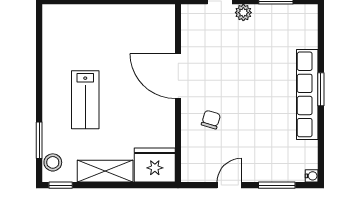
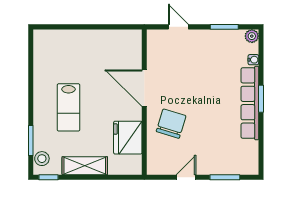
plant: (243, 13) -> (252, 36), moved
chair: (211, 120) -> (171, 124), width x1.87, depth x1.87
fridge: (155, 165) -> (128, 138), moved, turned -90
water cooler: (312, 176) -> (253, 60), moved

